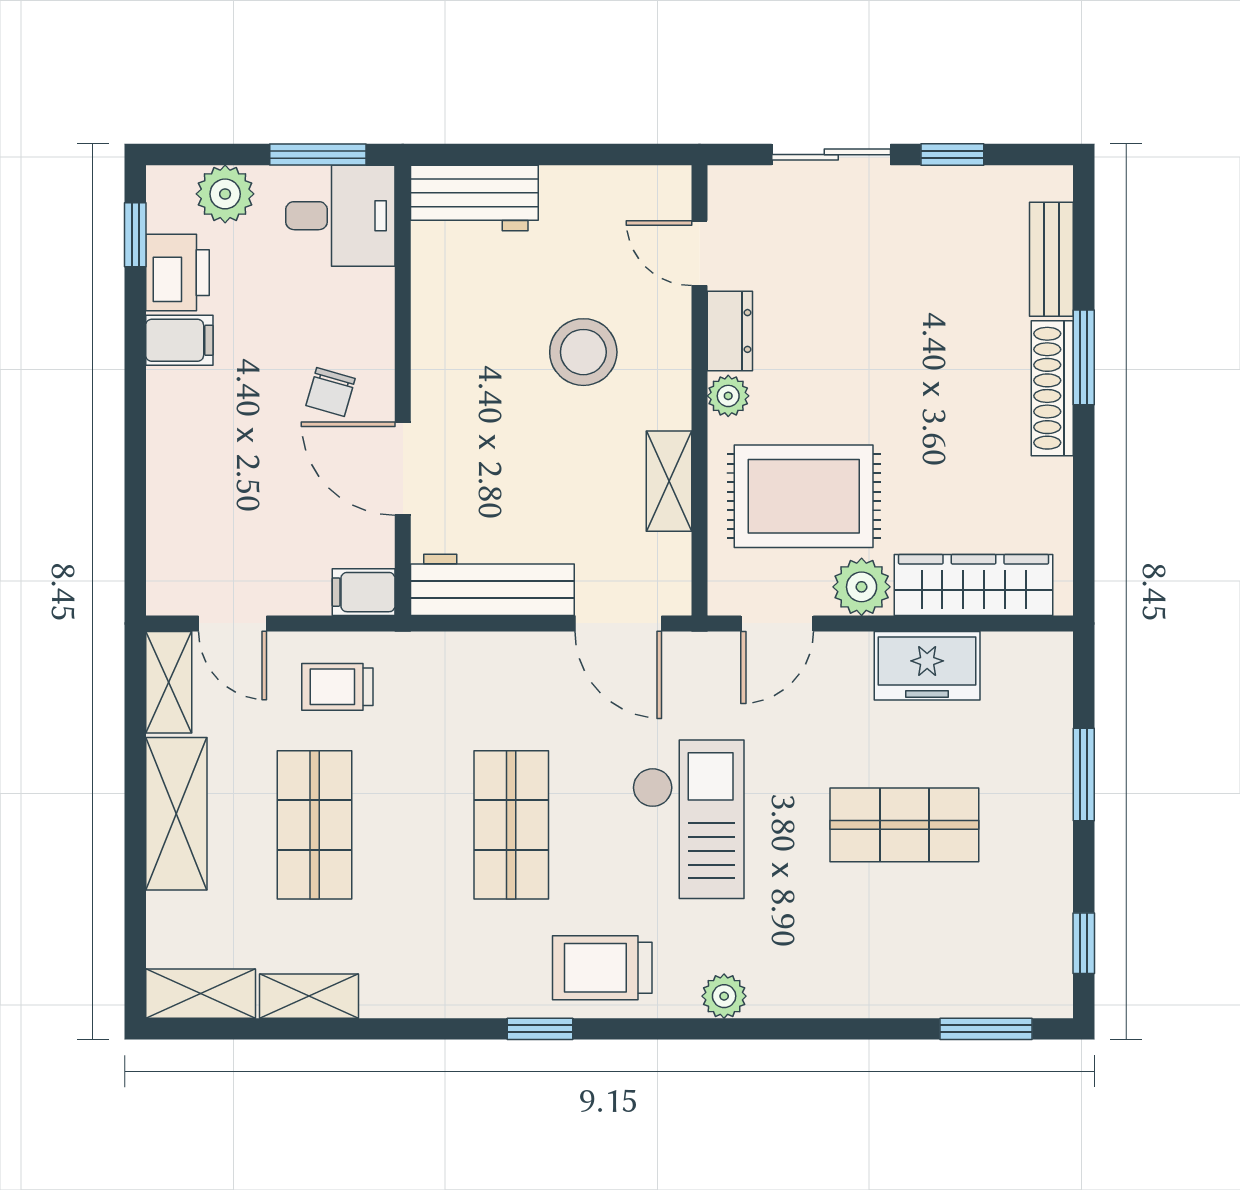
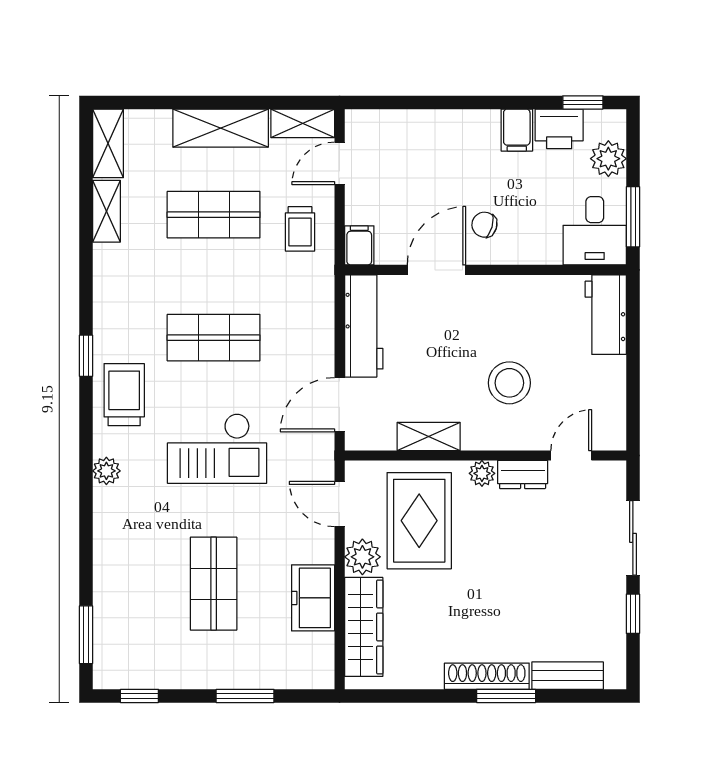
trolley: (337, 687) -> (300, 229), turned 180

